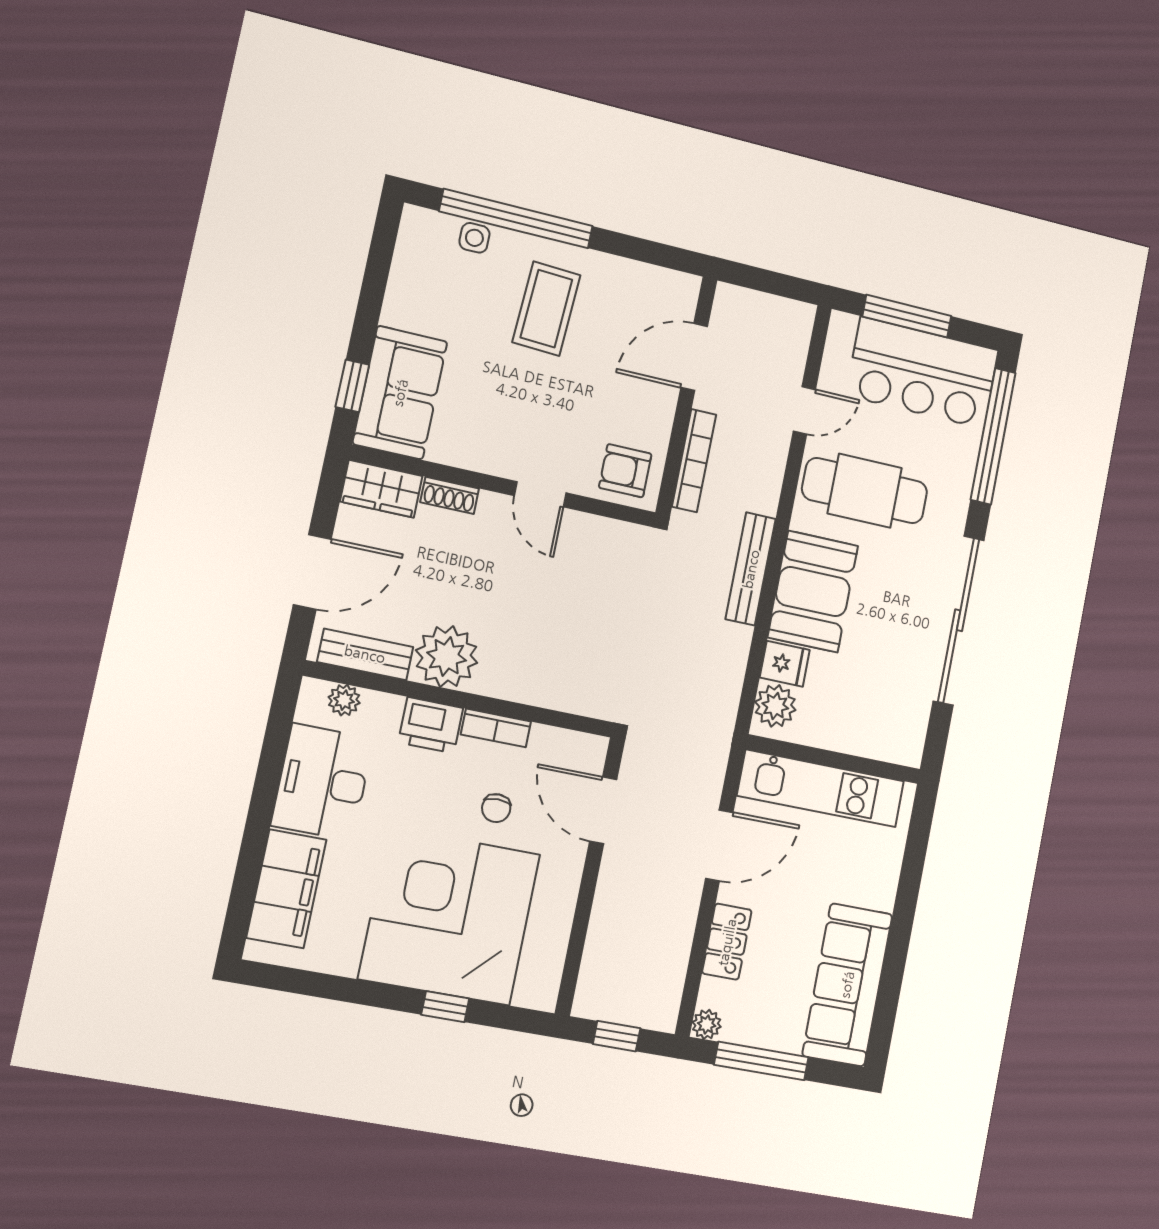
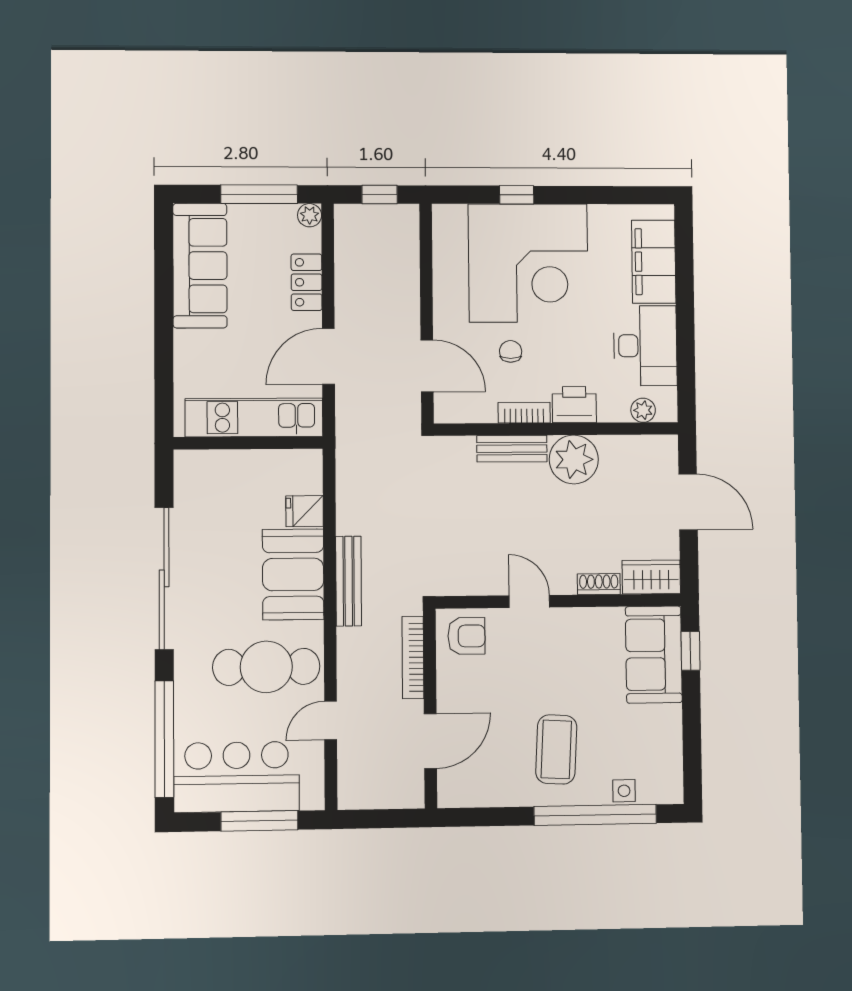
door: (312, 572) -> (688, 502), swing flipped
bench: (365, 654) -> (512, 449), moved
plant: (775, 706) -> (305, 476), removed

